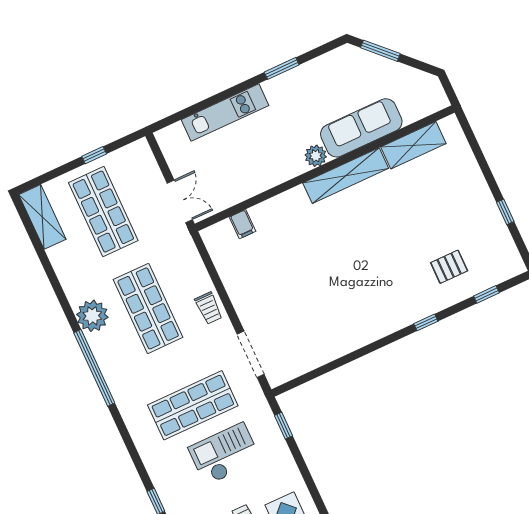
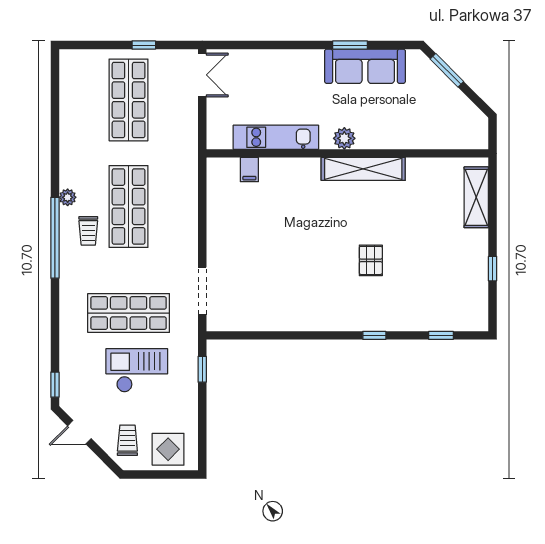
kitchen unit: (225, 113) -> (276, 137), moved, turned 180
sofa: (361, 128) -> (365, 66), moved, turned 180
shelving: (413, 145) -> (476, 197), moved, turned 90
double door: (180, 201) -> (202, 75), moved
shelving: (42, 217) -> (71, 79), removed
pallet: (449, 267) -> (371, 260), moved, turned 90
trolley: (209, 308) -> (88, 231), moved
plant: (92, 316) -> (68, 197), width x0.53, depth x0.53

